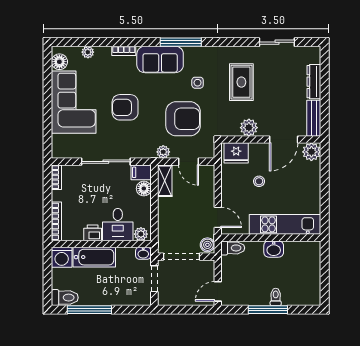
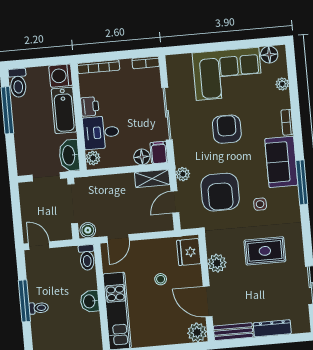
washbasin: (143, 253) -> (69, 155), width x1.91, depth x1.45

